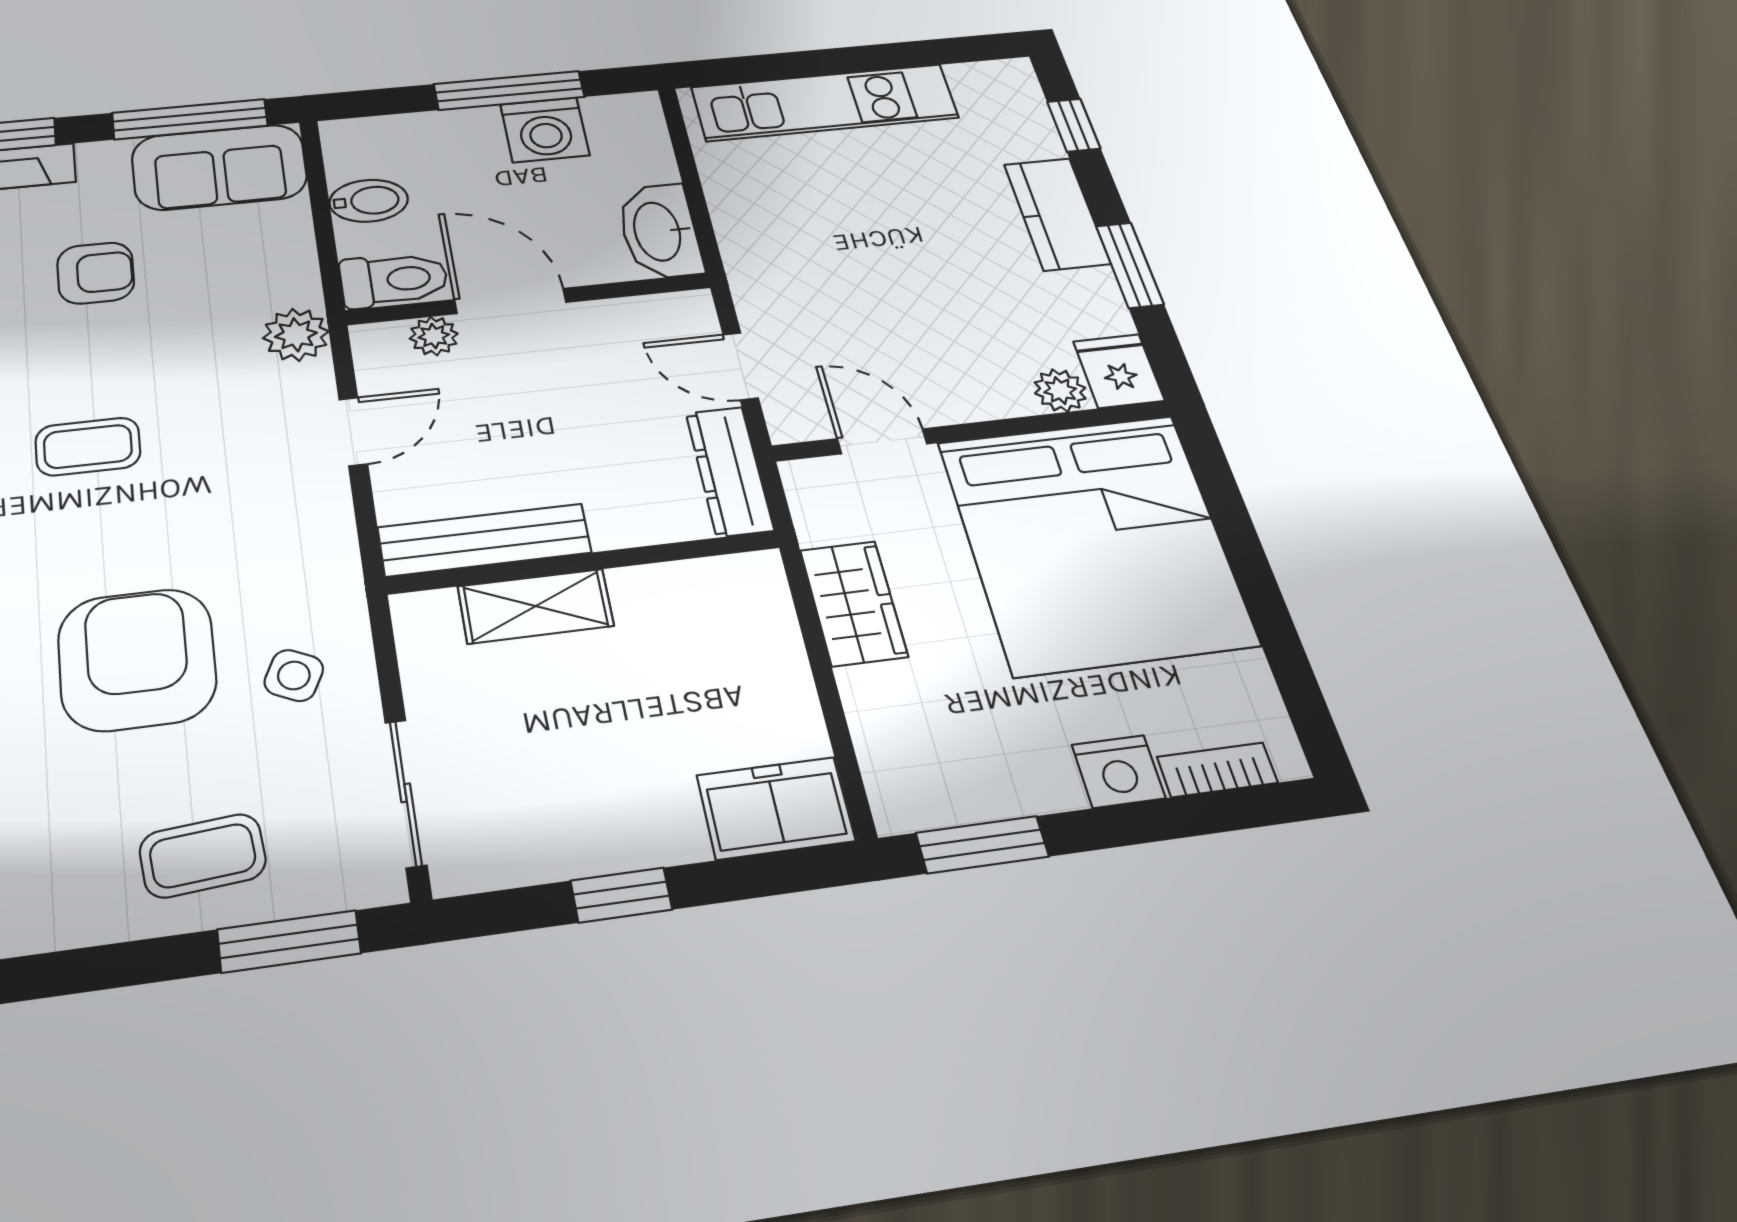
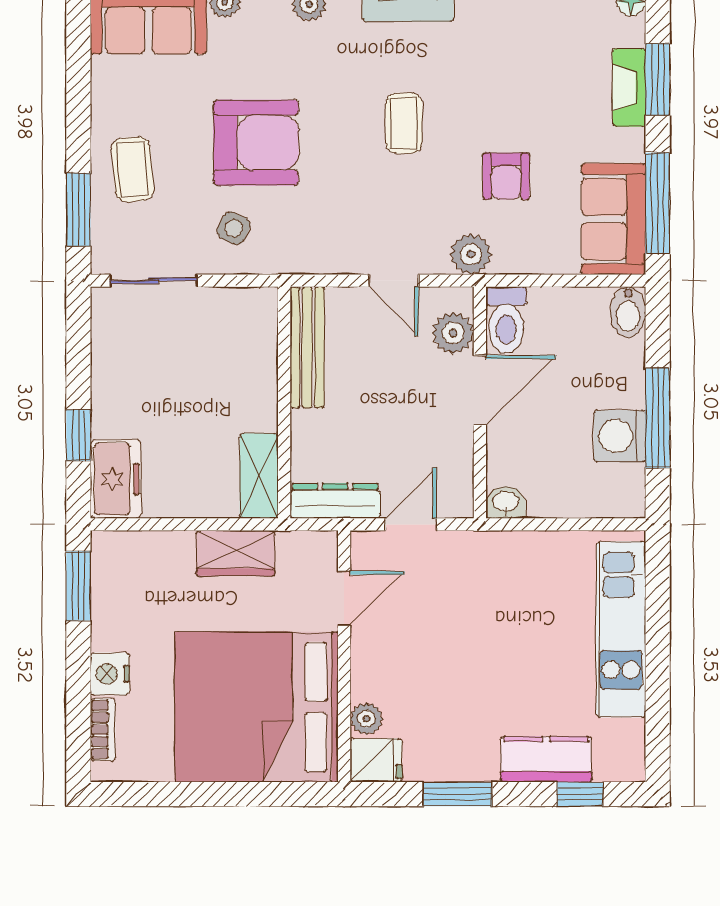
bidet: (369, 201) -> (628, 312), moved
kitchen counter: (1057, 214) -> (546, 759), moved
washbasin: (659, 231) -> (506, 502), width x0.52, depth x0.69
armchair: (96, 273) -> (506, 176), moved
plant: (434, 336) -> (453, 333), width x1.38, depth x1.38
shelving: (536, 606) -> (259, 476), moved
window: (621, 895) -> (78, 435), moved

